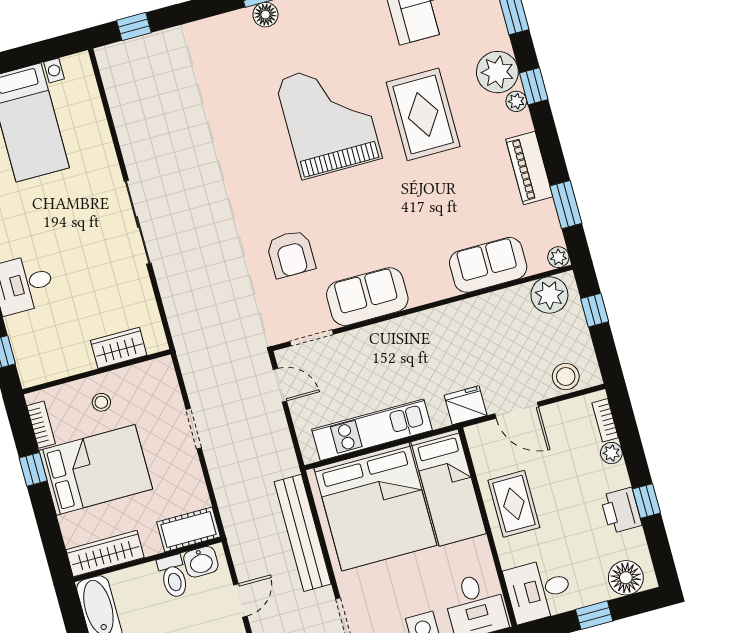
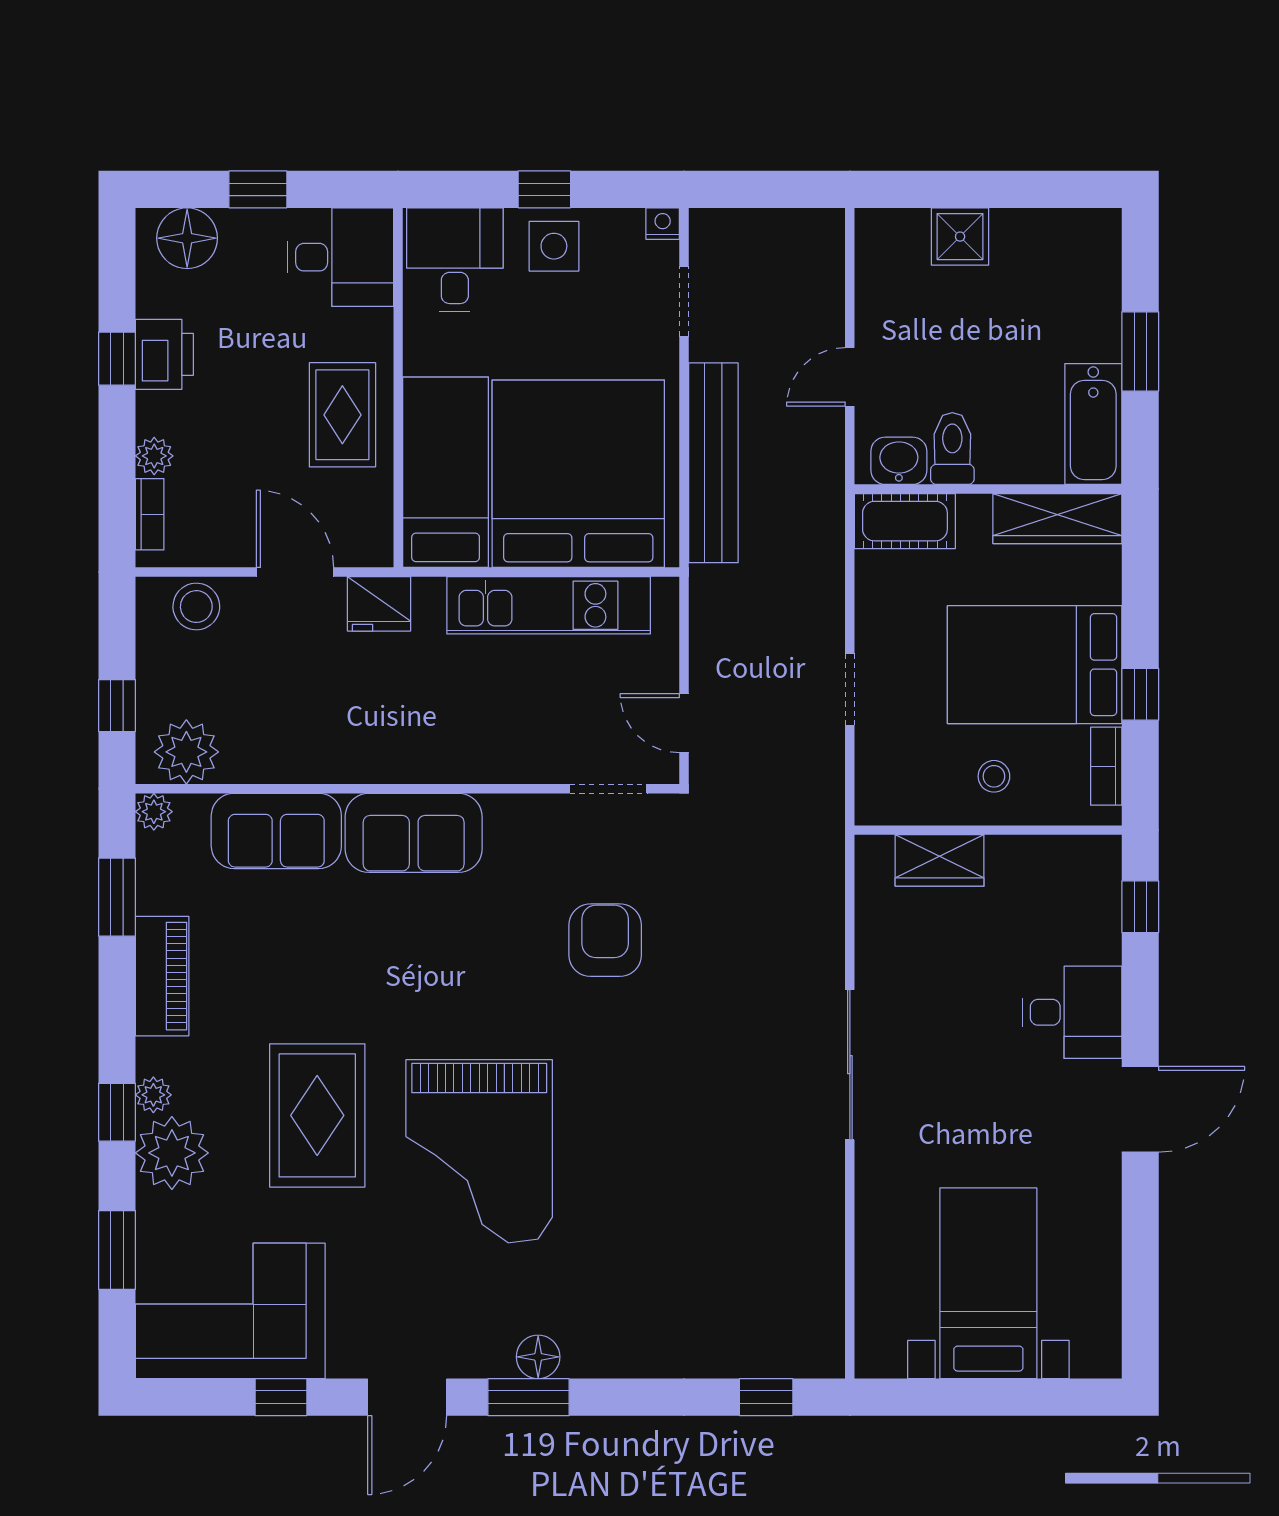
sofa: (367, 297) -> (414, 833), moved

